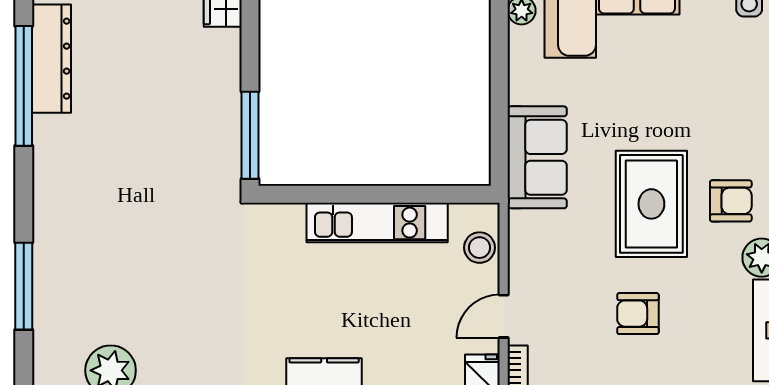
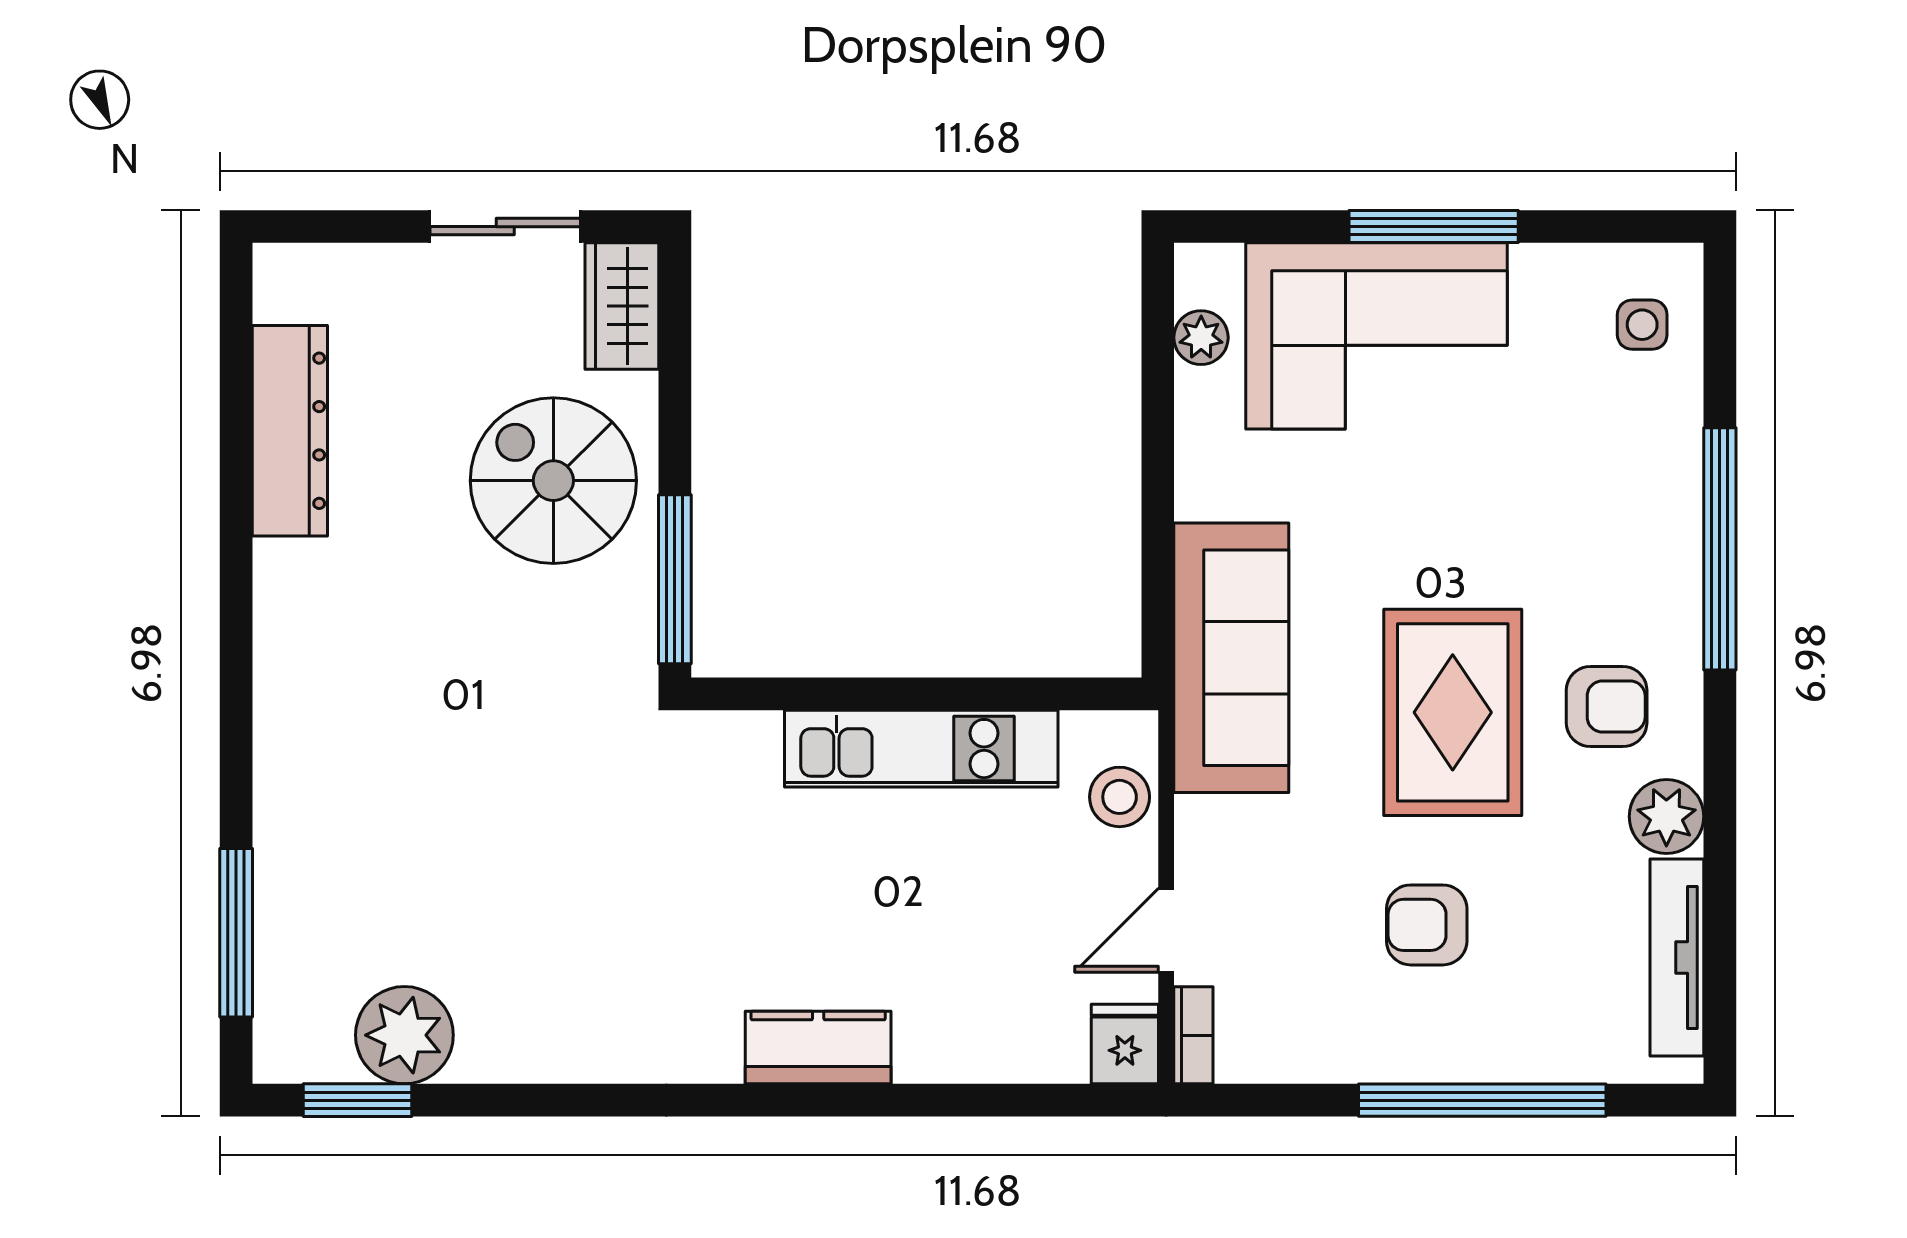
spiral stairs: (187, 84) -> (553, 481), added
window: (24, 86) -> (236, 484), removed
sofa: (537, 157) -> (1231, 658), width x1.36
window: (24, 286) -> (236, 933), moved

